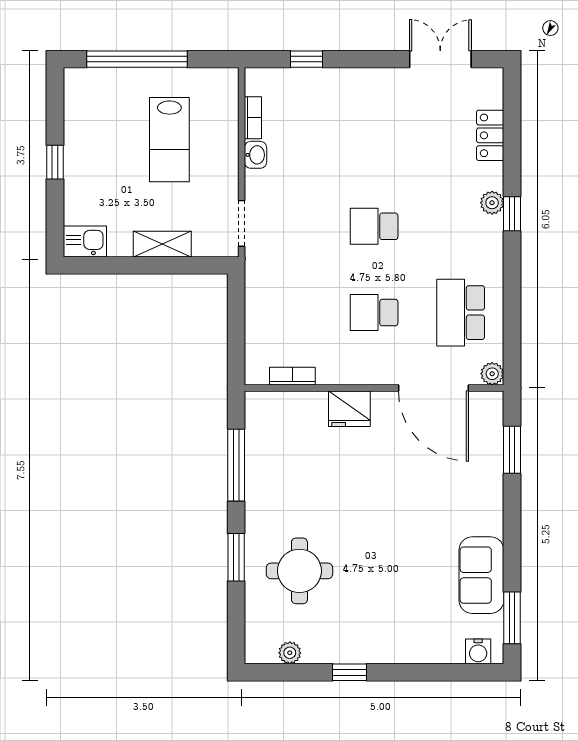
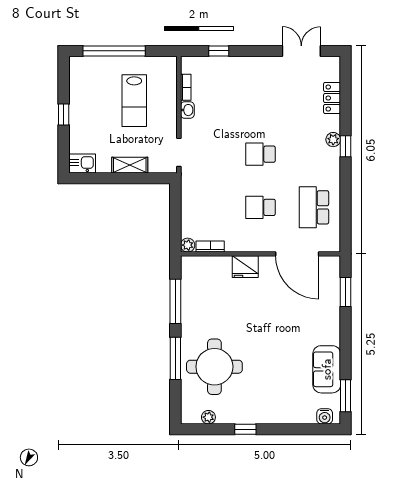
plant: (492, 374) -> (188, 245), moved
window: (236, 557) -> (175, 358), width x1.44
round table: (299, 571) -> (214, 367), width x1.36, depth x1.36

